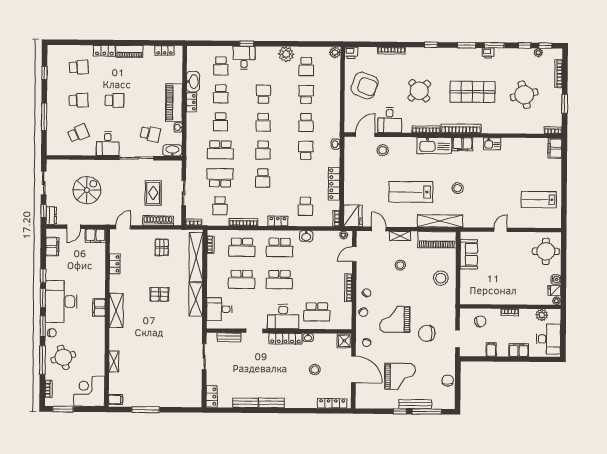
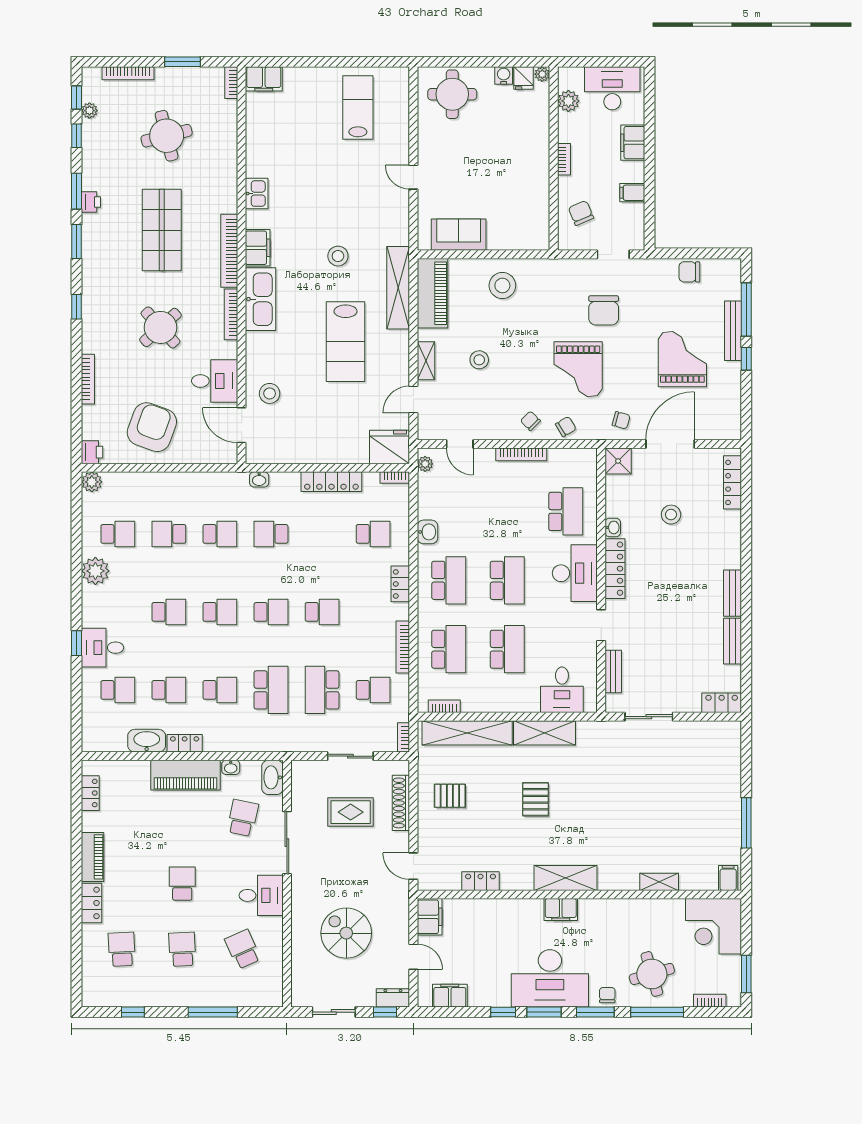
school desk: (263, 94) -> (169, 612), turned 180
lab bench: (539, 200) -> (358, 108), turned 180

